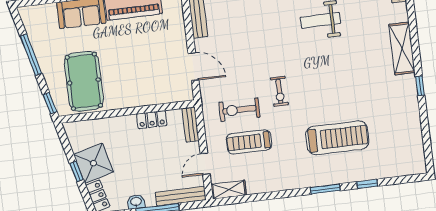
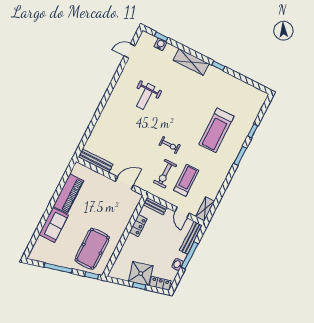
pool table: (84, 81) -> (92, 249), turned 90
treadmill: (337, 138) -> (216, 130), turned 180
treadmill: (249, 142) -> (186, 180), turned 180

